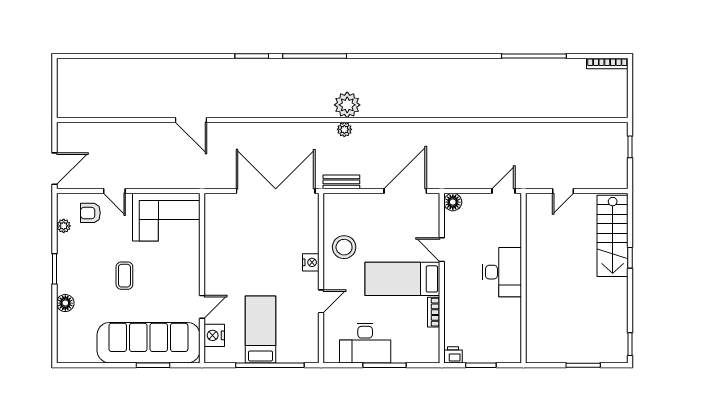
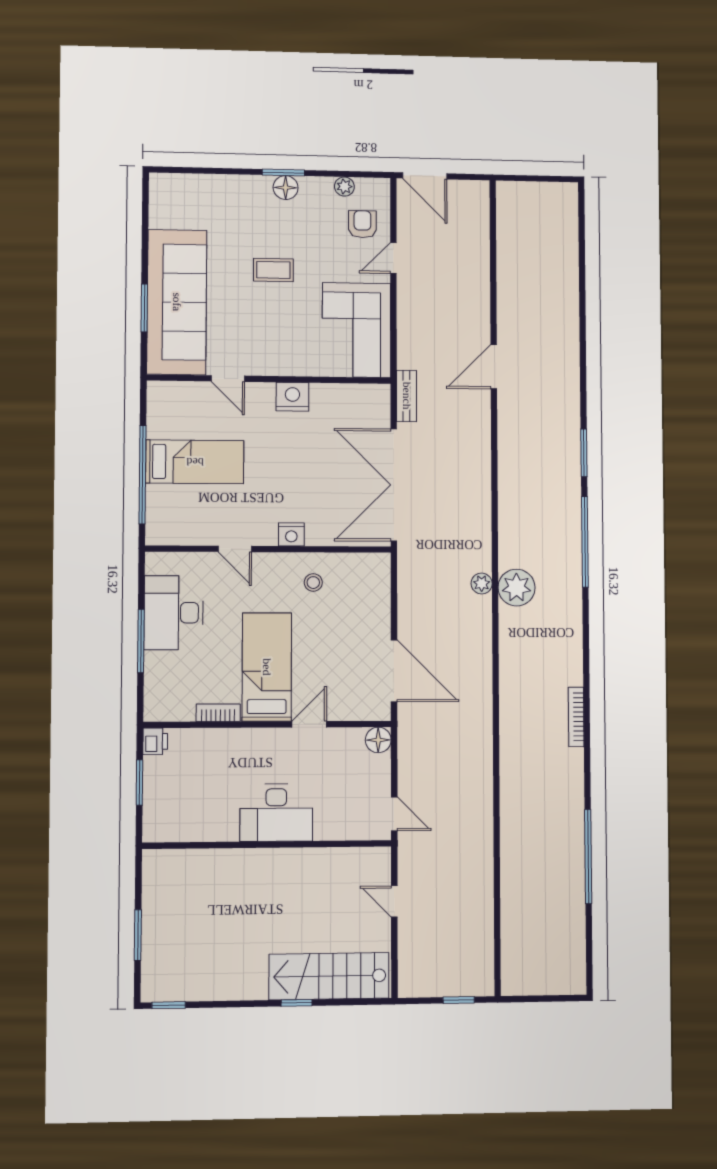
bookcase: (607, 63) -> (576, 717), moved
bench: (341, 182) -> (407, 396), moved
double door: (276, 191) -> (394, 485), swing flipped
stool: (344, 247) -> (313, 583), width x0.53, depth x0.53
floor lamp: (65, 303) -> (286, 188), moved
nightstand: (214, 335) -> (292, 397), moved

